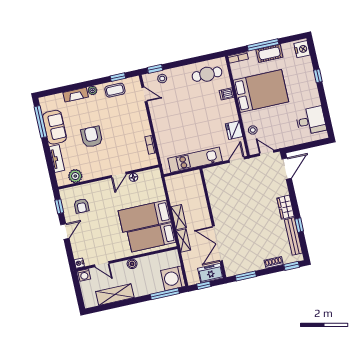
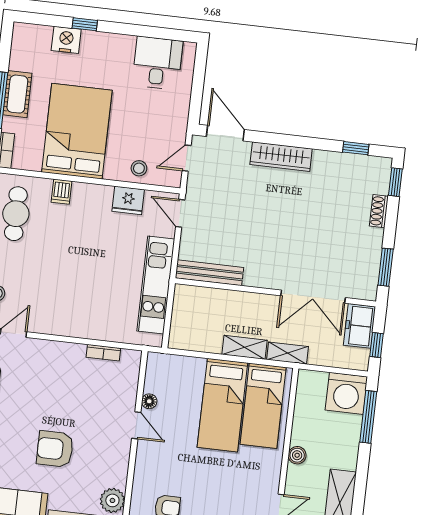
nightstand: (302, 49) -> (66, 40), moved
wardrobe: (286, 207) -> (281, 157), width x1.50
window: (299, 225) -> (356, 148), moved
bench: (293, 236) -> (209, 273), moved

